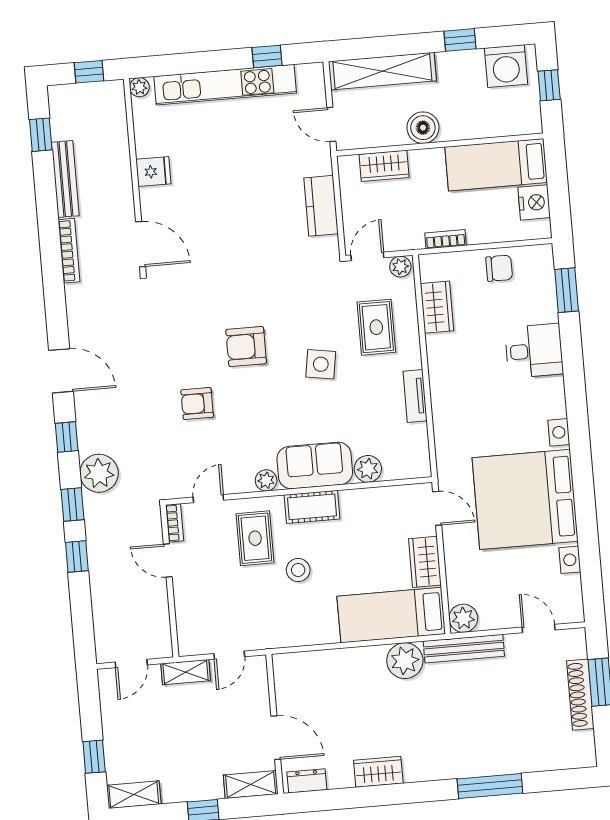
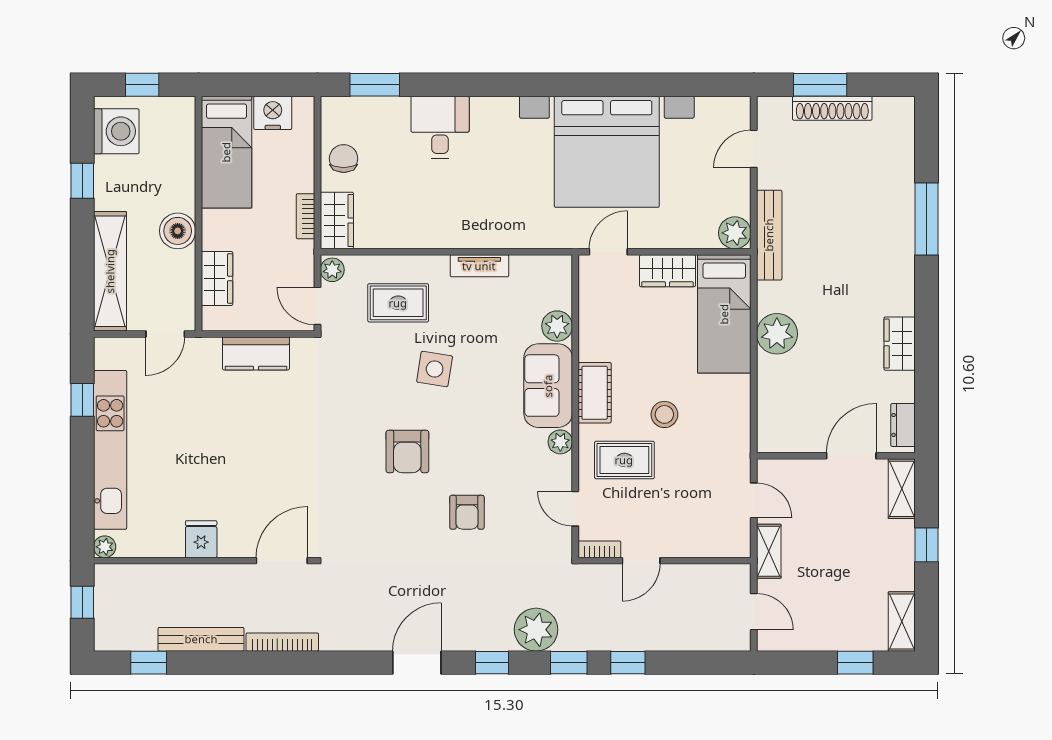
wardrobe: (437, 307) -> (337, 221), moved, turned 90
plant: (405, 661) -> (777, 334), moved

